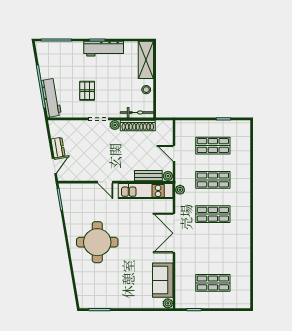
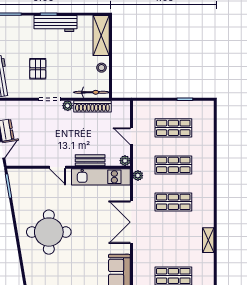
bench: (148, 176) -> (90, 160), moved
shelving: (245, 250) -> (208, 240), added

